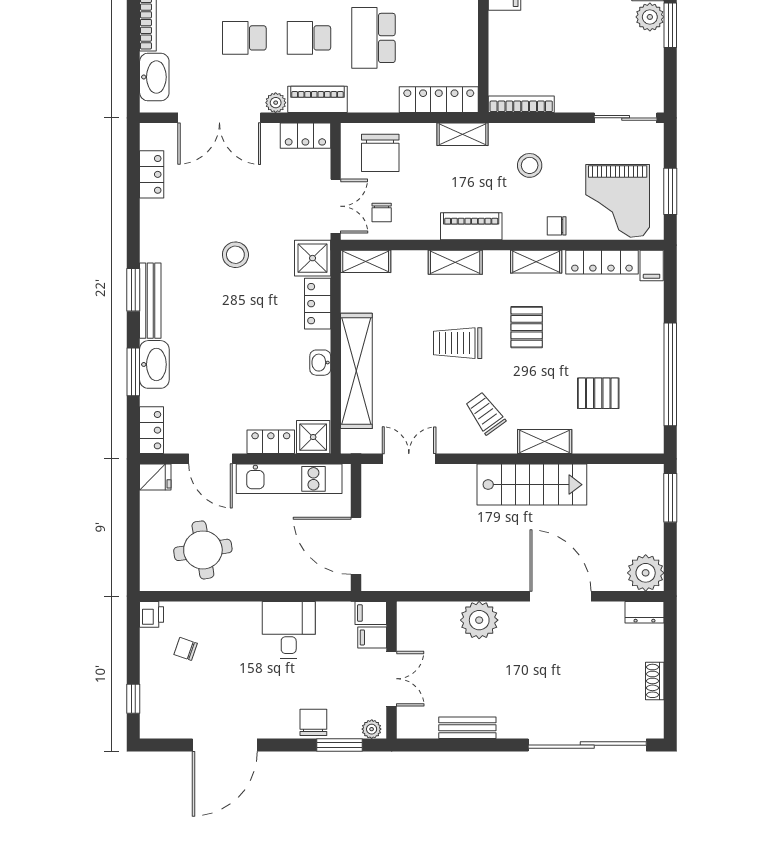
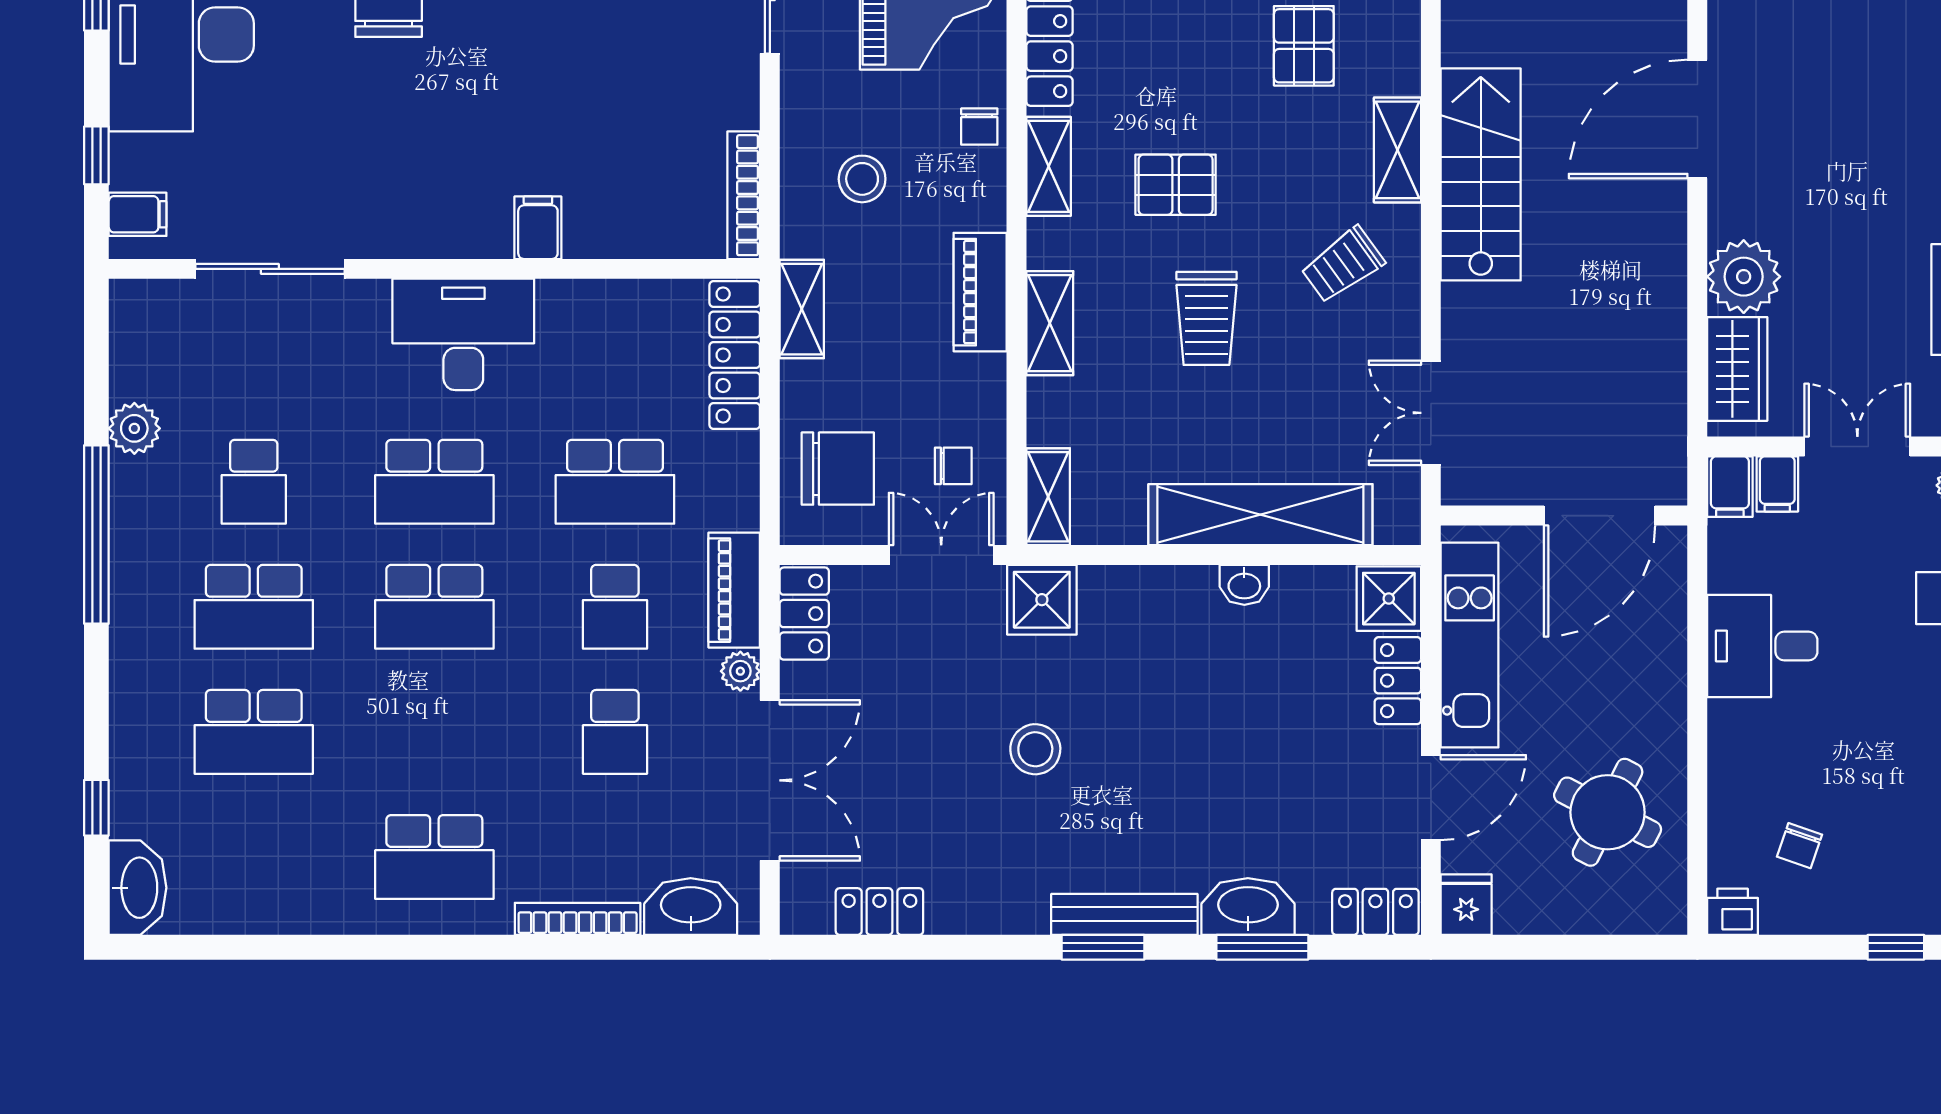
locker: (318, 304) -> (1130, 590), removed
round table: (203, 550) -> (1608, 812), turned 36
wardrobe: (432, 617) -> (1737, 369), added

